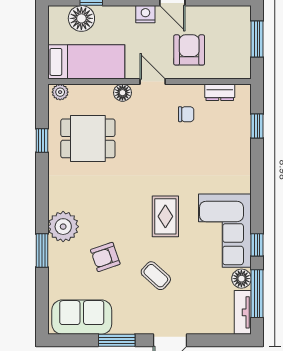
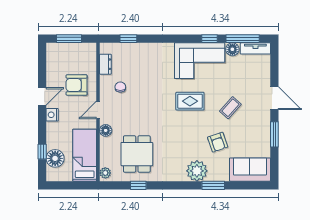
sofa: (82, 317) -> (250, 170), moved, turned 90

